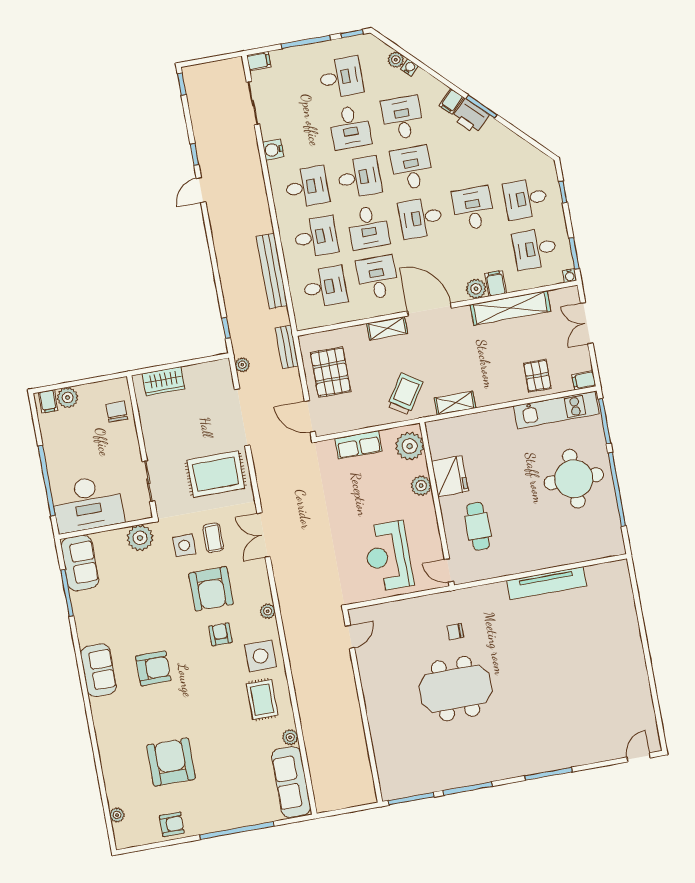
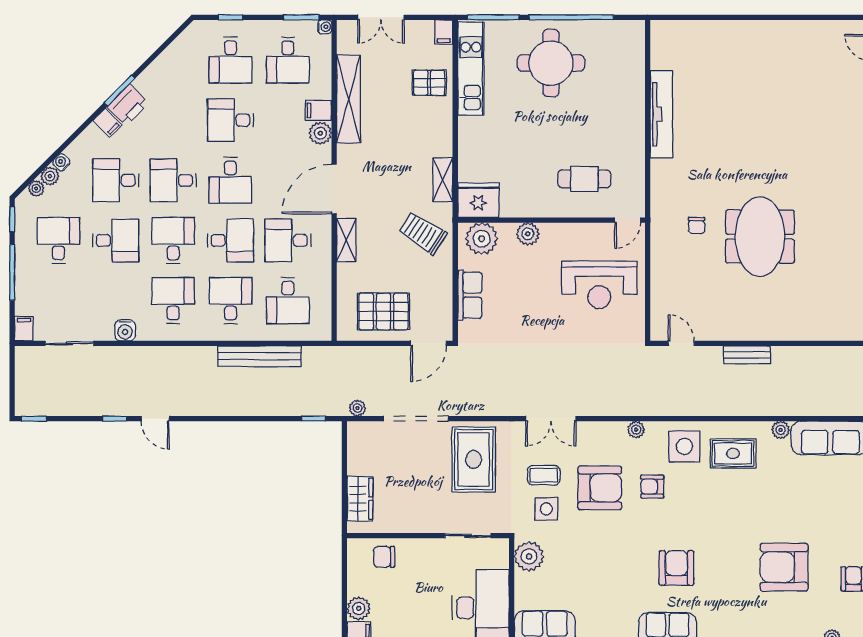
plant: (383, 50) -> (36, 188), added
desk: (325, 287) -> (288, 301), turned 180
bench: (287, 347) -> (747, 355), moved
fridge: (450, 476) -> (478, 200), moved

